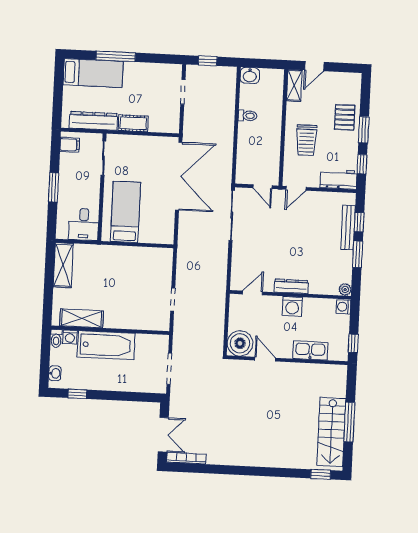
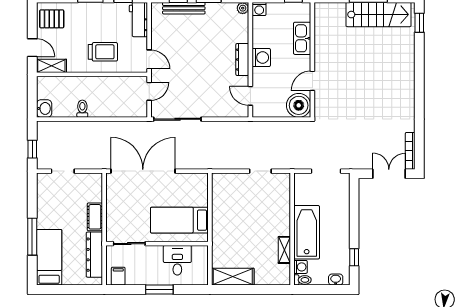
pallet: (345, 117) -> (52, 19), moved
desk: (84, 224) -> (177, 260), moved, turned -90
shelving: (82, 318) -> (284, 250), width x0.67, depth x0.75

